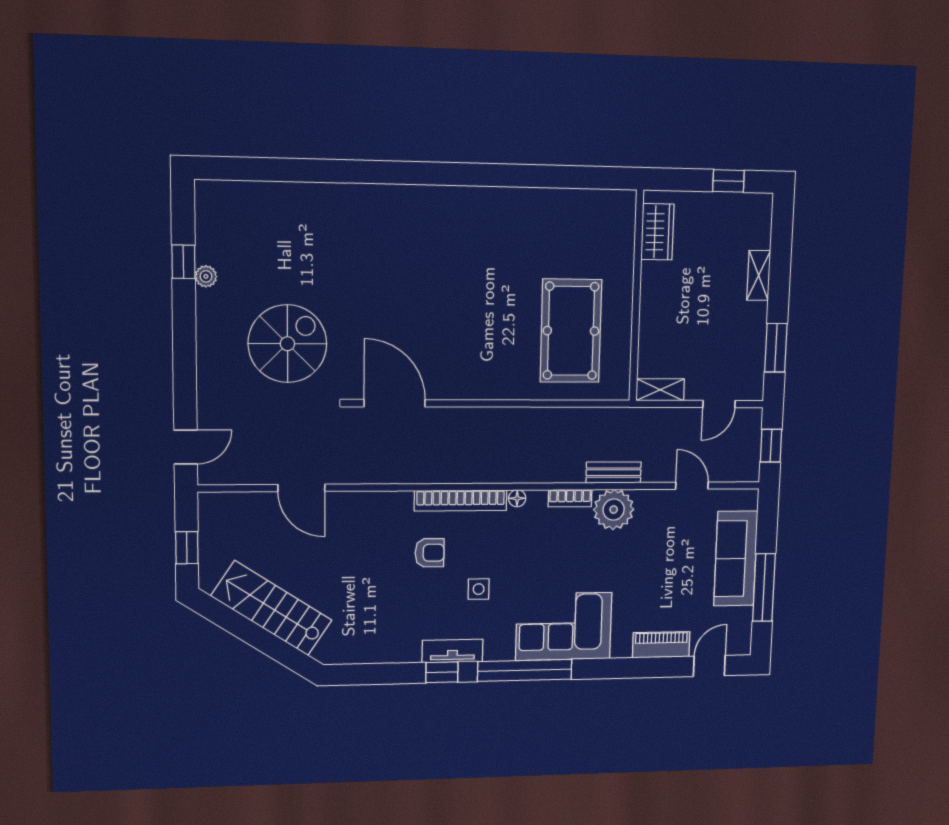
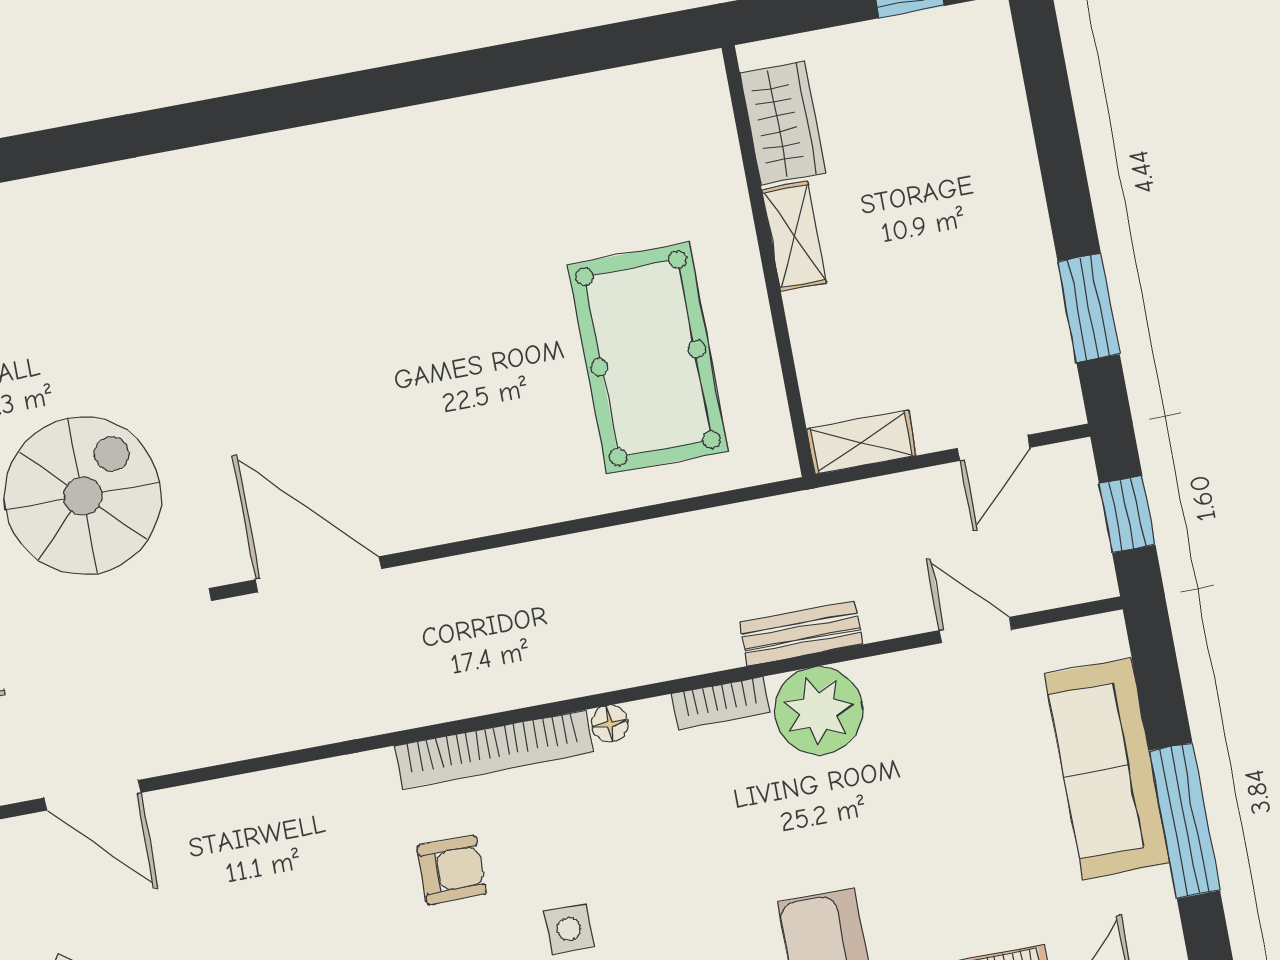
shelving: (759, 275) -> (794, 236), moved
door: (301, 488) -> (93, 795), moved

